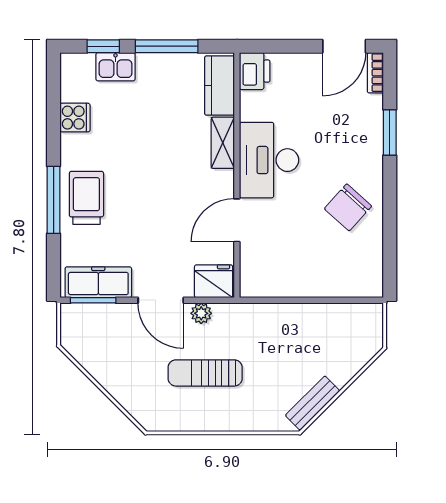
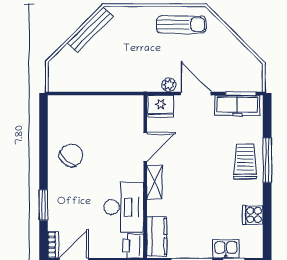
shelving: (223, 143) -> (155, 182), moved
desk: (269, 160) -> (124, 207), moved
trolley: (86, 198) -> (245, 162), turned 180
sun lounger: (205, 373) -> (181, 25), moved
bench: (312, 403) -> (90, 30), width x1.36

